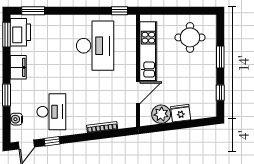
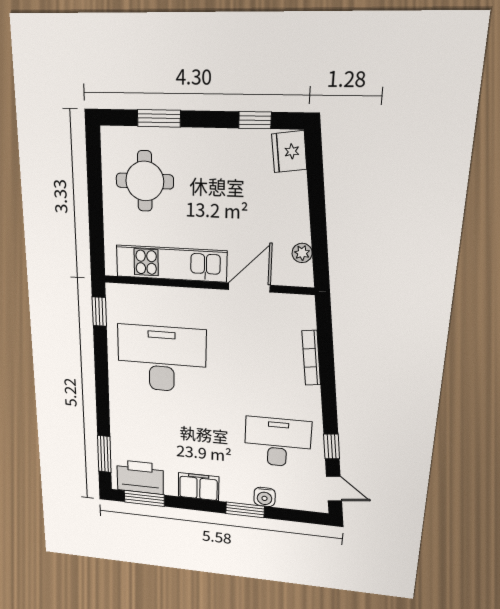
window: (220, 57) -> (159, 118), moved
door: (138, 93) -> (249, 287), hinge flipped
fridge: (181, 113) -> (289, 152), moved
plant: (161, 114) -> (302, 253), width x0.53, depth x0.53
water cooler: (16, 119) -> (265, 497), moved

